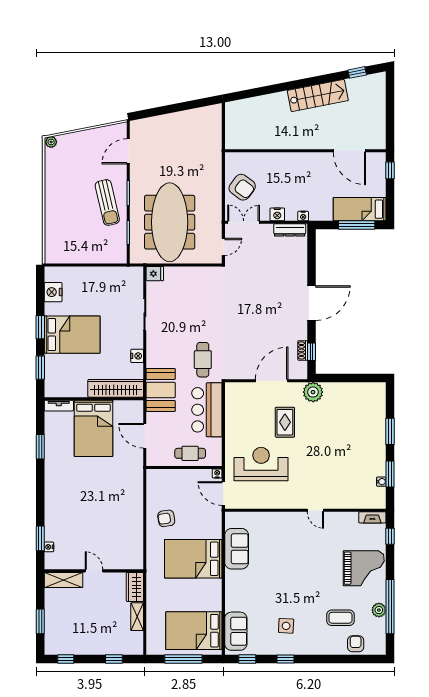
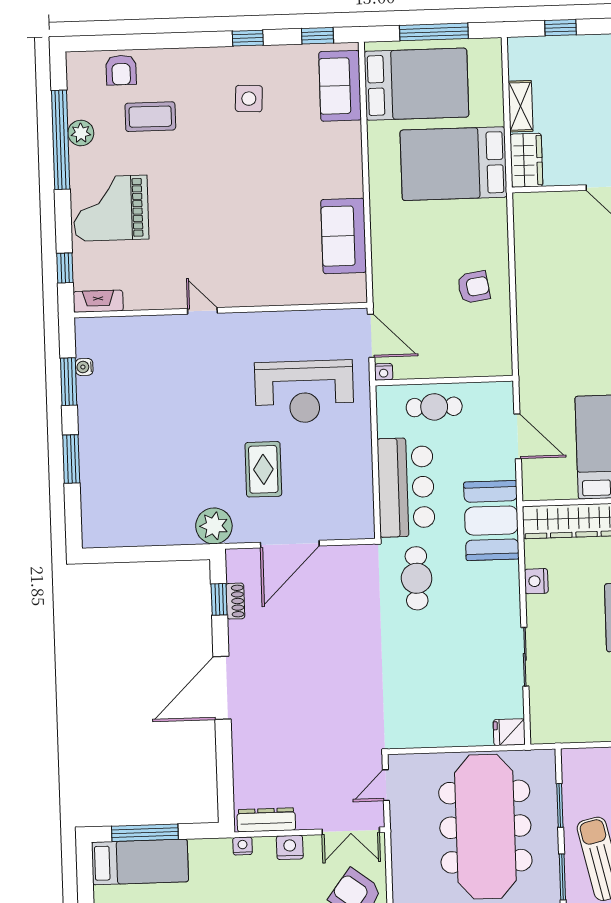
bed: (193, 559) -> (454, 164), moved, turned 180

